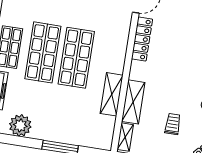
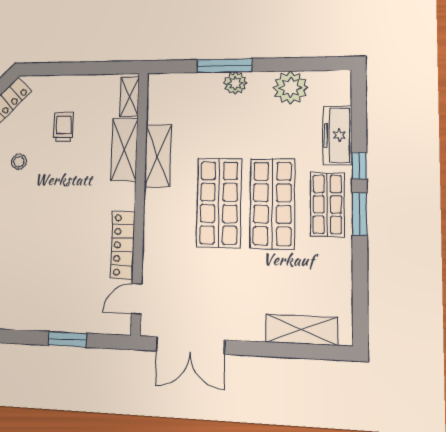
trolley: (173, 124) -> (64, 127), turned 180
plant: (55, 134) -> (235, 83), added

